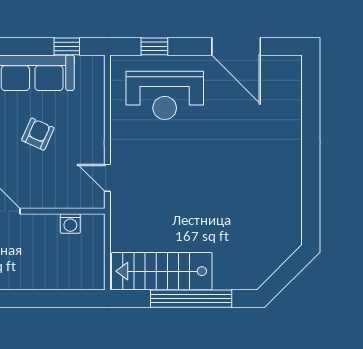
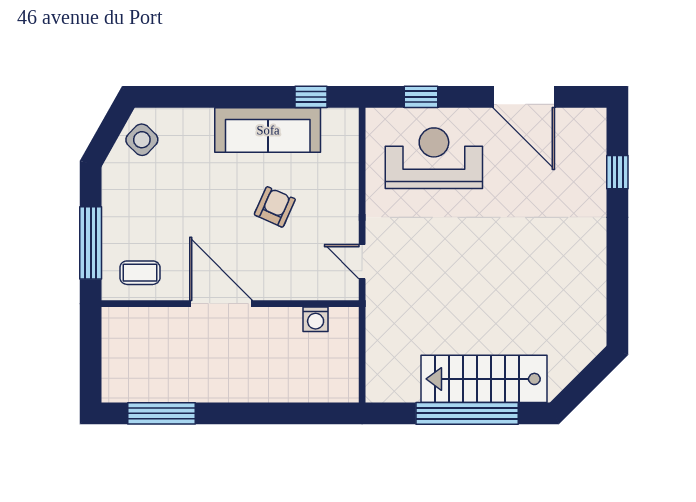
reception desk: (165, 95) -> (434, 158), turned 180
window: (311, 106) -> (617, 172), added
stairs: (162, 271) -> (484, 379), moved

